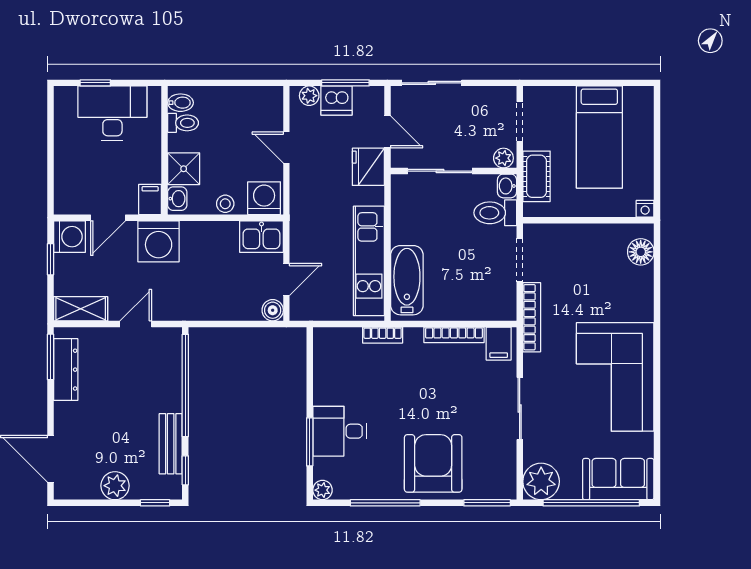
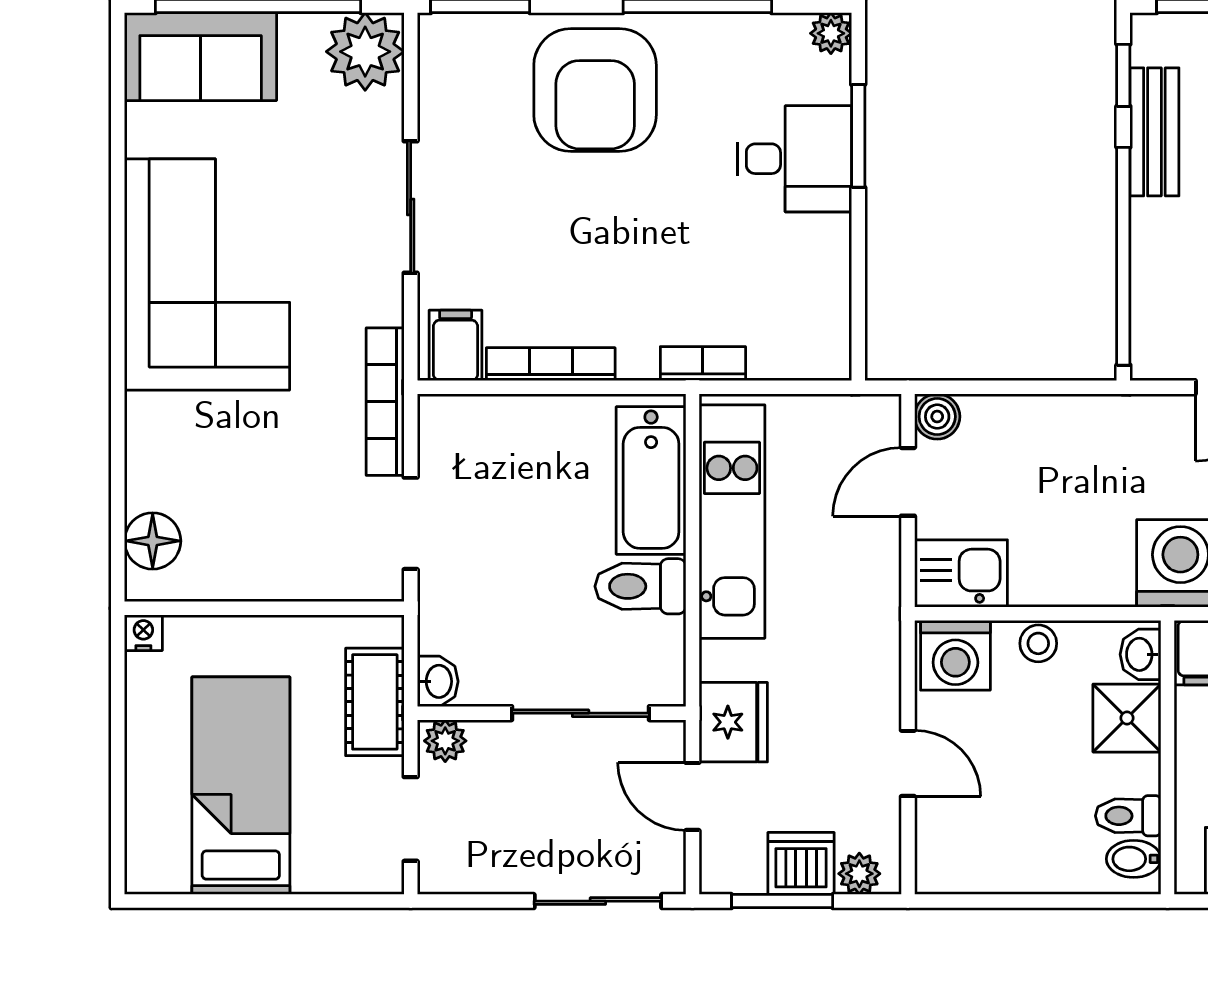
toilet: (495, 213) -> (640, 586), moved, turned 180

